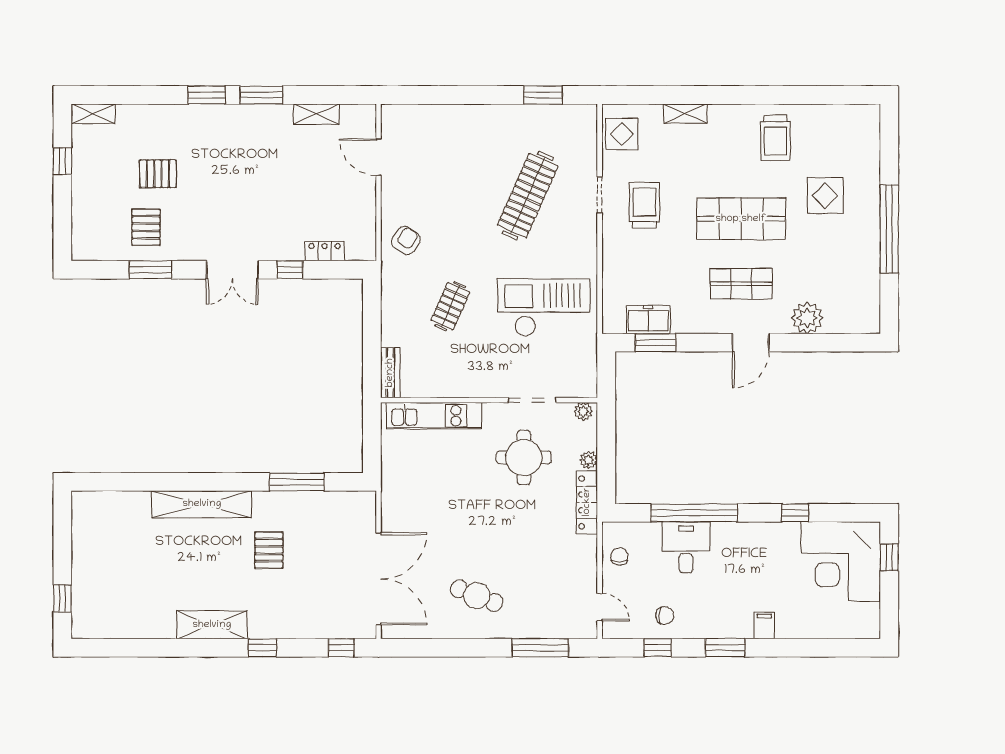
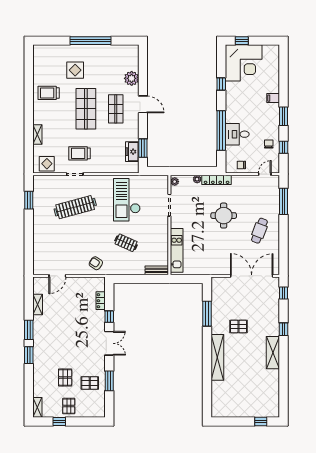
trolley: (776, 138) -> (49, 93), turned 180
pallet: (96, 182) -> (69, 406), added
clothes rail: (528, 196) -> (75, 207), turned -39
round table: (524, 457) -> (224, 216), moved

